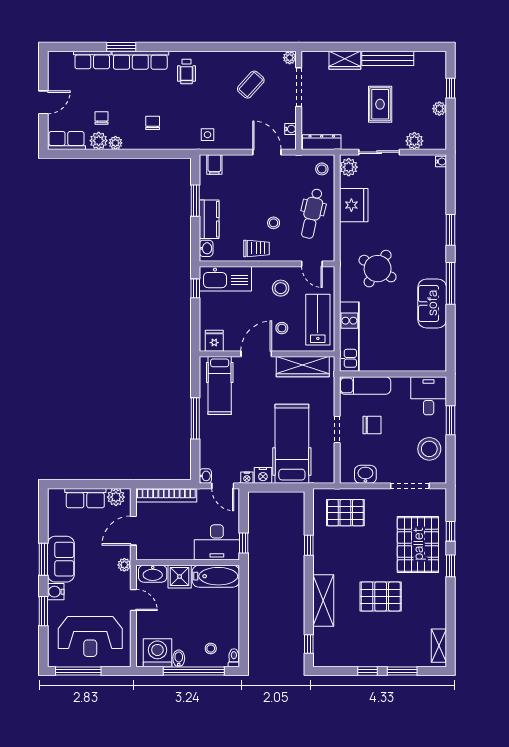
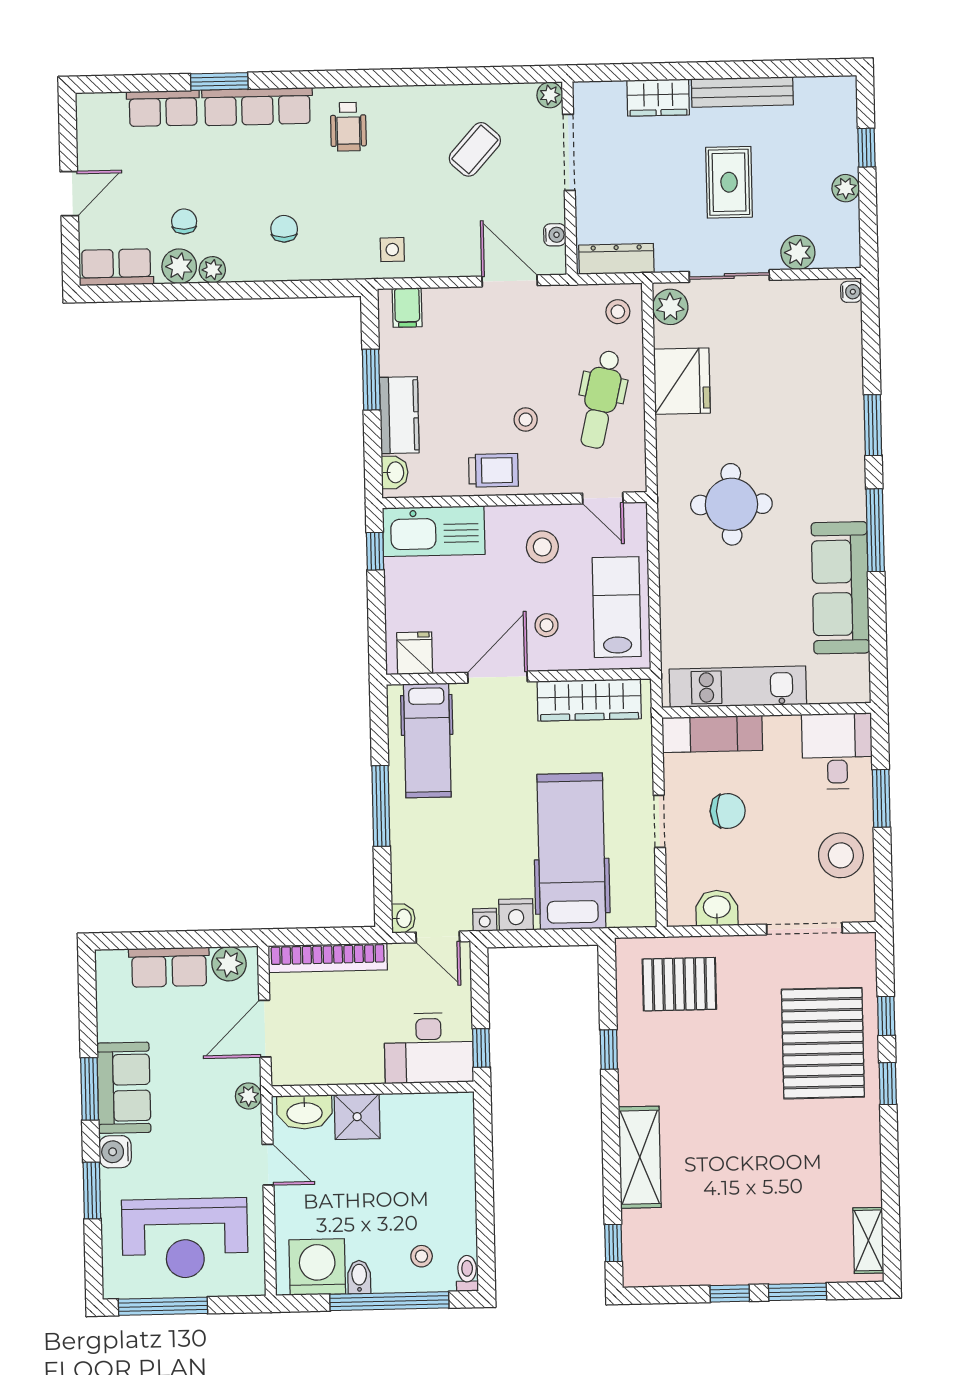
round table: (378, 269) -> (731, 504), turned -32
sofa: (432, 303) -> (840, 588), width x1.36
kitchen unit: (349, 337) -> (738, 687), moved, turned -90
bathtub: (216, 576) -> (428, 1114), removed
pallet: (381, 596) -> (752, 1147), removed

